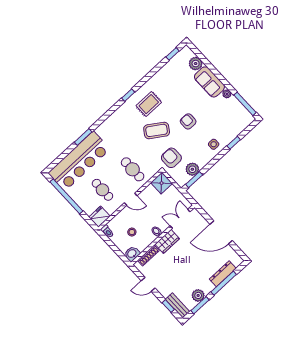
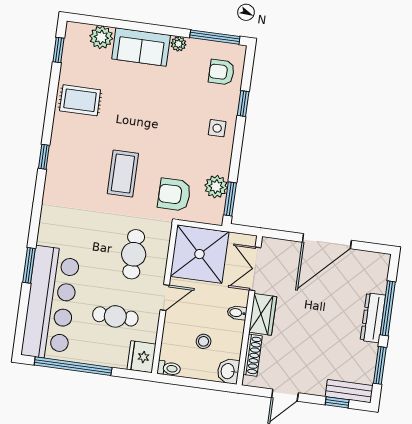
rug: (149, 104) -> (80, 100), moved, turned 90
armchair: (188, 121) -> (221, 72), moved
coffee table: (157, 130) -> (123, 174), turned -34
cafe table: (133, 169) -> (134, 254), turned 90
shower: (162, 183) -> (199, 254), width x1.86, depth x1.86
dresser: (223, 274) -> (373, 318), moved
plant: (198, 295) -> (366, 354), removed

